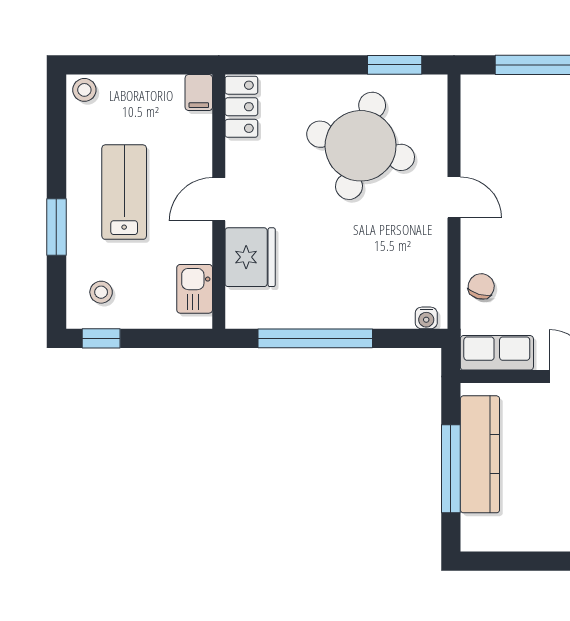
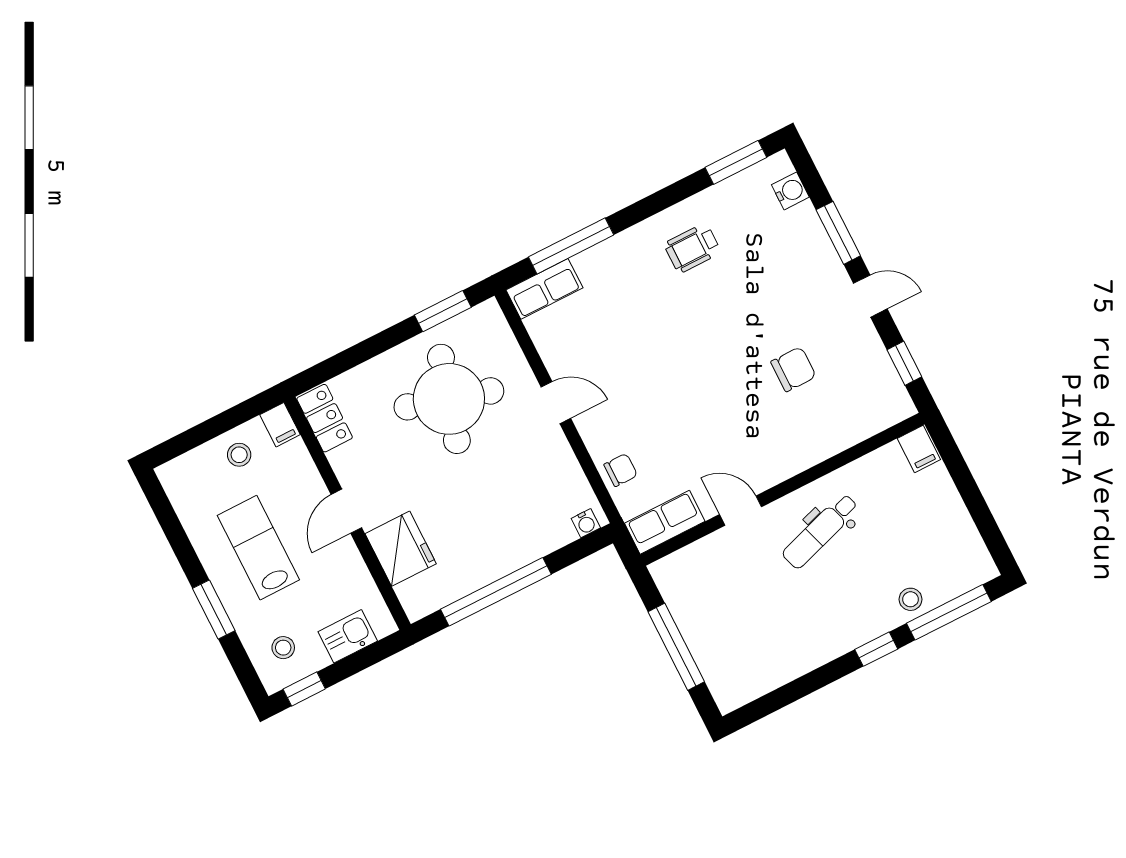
stool: (84, 90) -> (239, 455), moved
row of seats: (495, 91) -> (544, 289), added
chair: (481, 286) -> (621, 470), turned 74
kitchen sink: (195, 289) -> (348, 636), moved, turned 90
kitchen counter: (480, 454) -> (696, 621), removed

